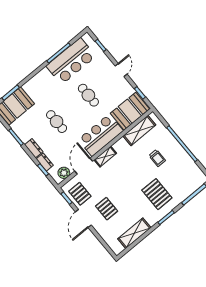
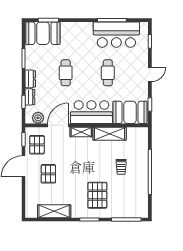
shelving: (139, 130) -> (110, 134), moved

